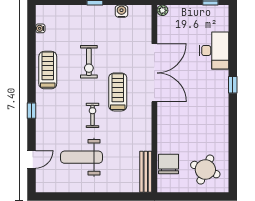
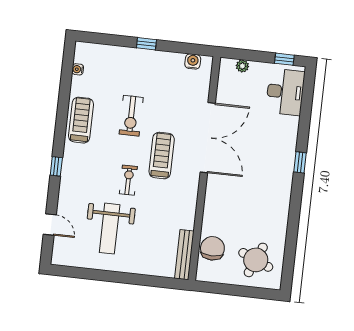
plant: (162, 10) -> (242, 66), moved
water cooler: (122, 11) -> (193, 61), moved
desk: (214, 50) -> (285, 92), moved
weight bench: (82, 157) -> (110, 229), turned -90
door: (32, 159) -> (50, 224), hinge flipped

